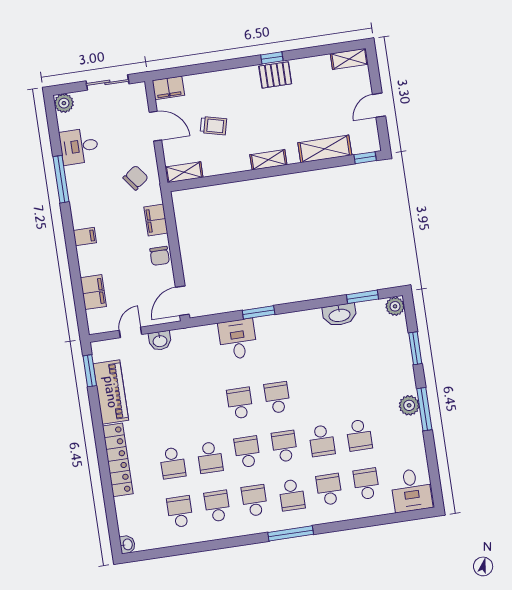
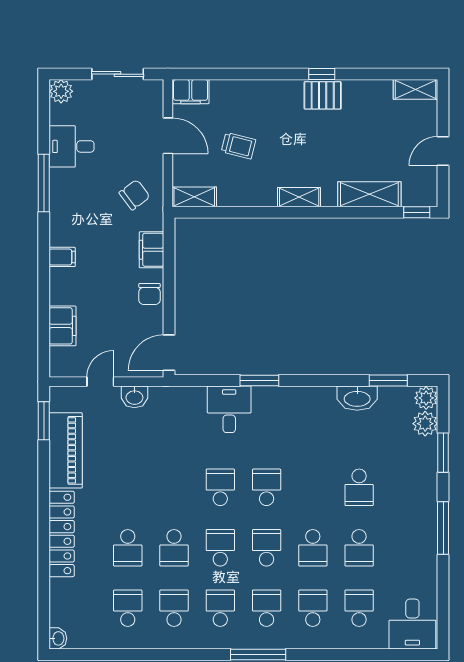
school desk: (352, 386) -> (359, 487), added
plant: (409, 405) -> (425, 424), moved
school desk: (292, 495) -> (267, 608), turned 180

